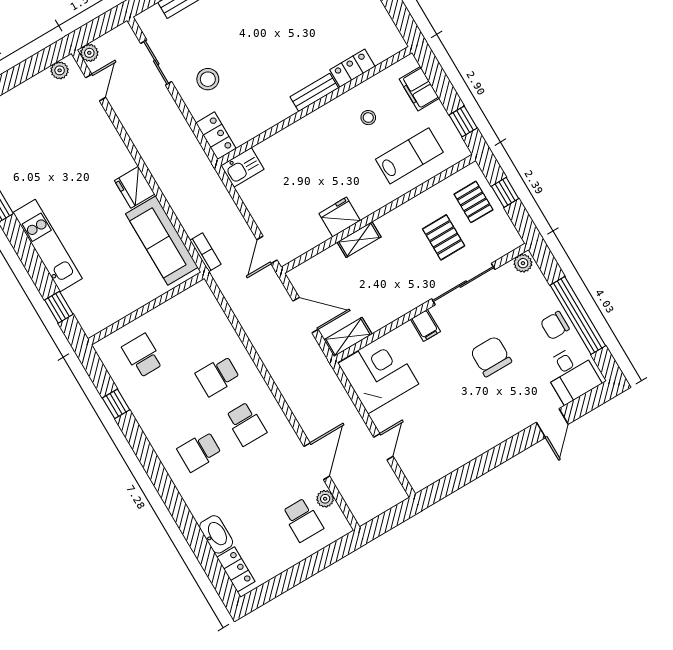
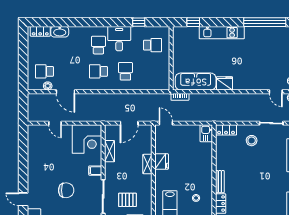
shelving: (348, 337) -> (110, 151), moved
desk: (166, 422) -> (119, 39), added

